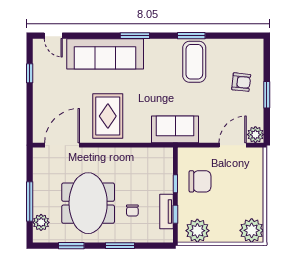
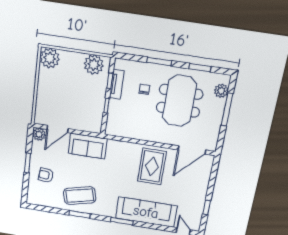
coffee table: (194, 62) -> (80, 196), turned 76
sofa: (175, 129) -> (88, 146), moved
chair: (200, 181) -> (87, 105), removed

